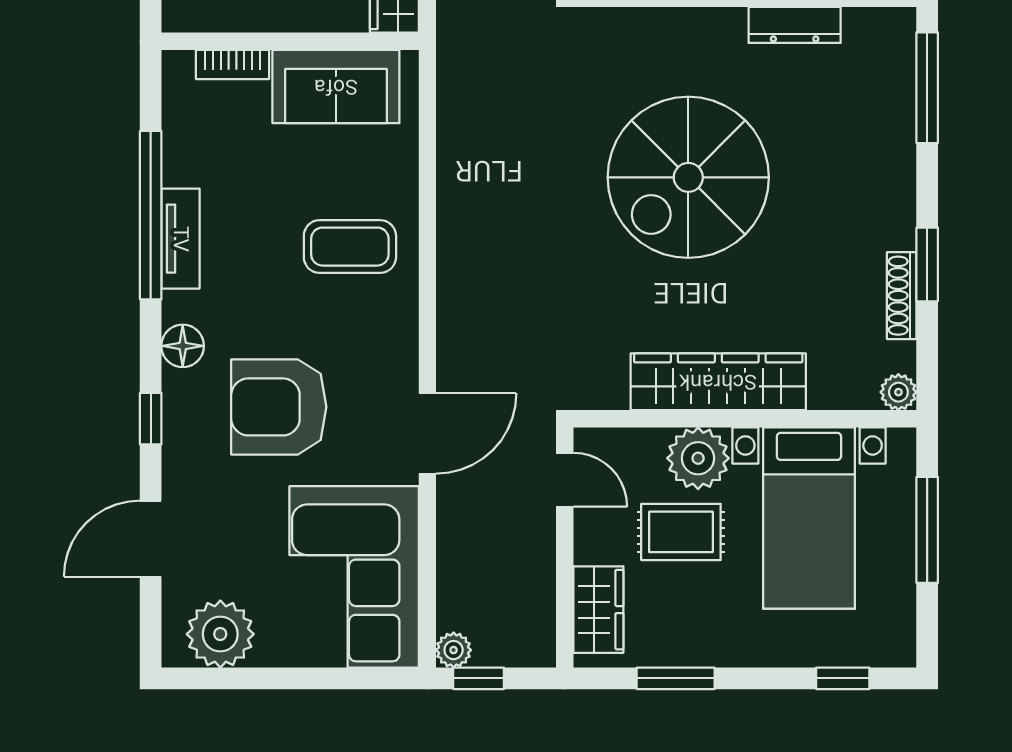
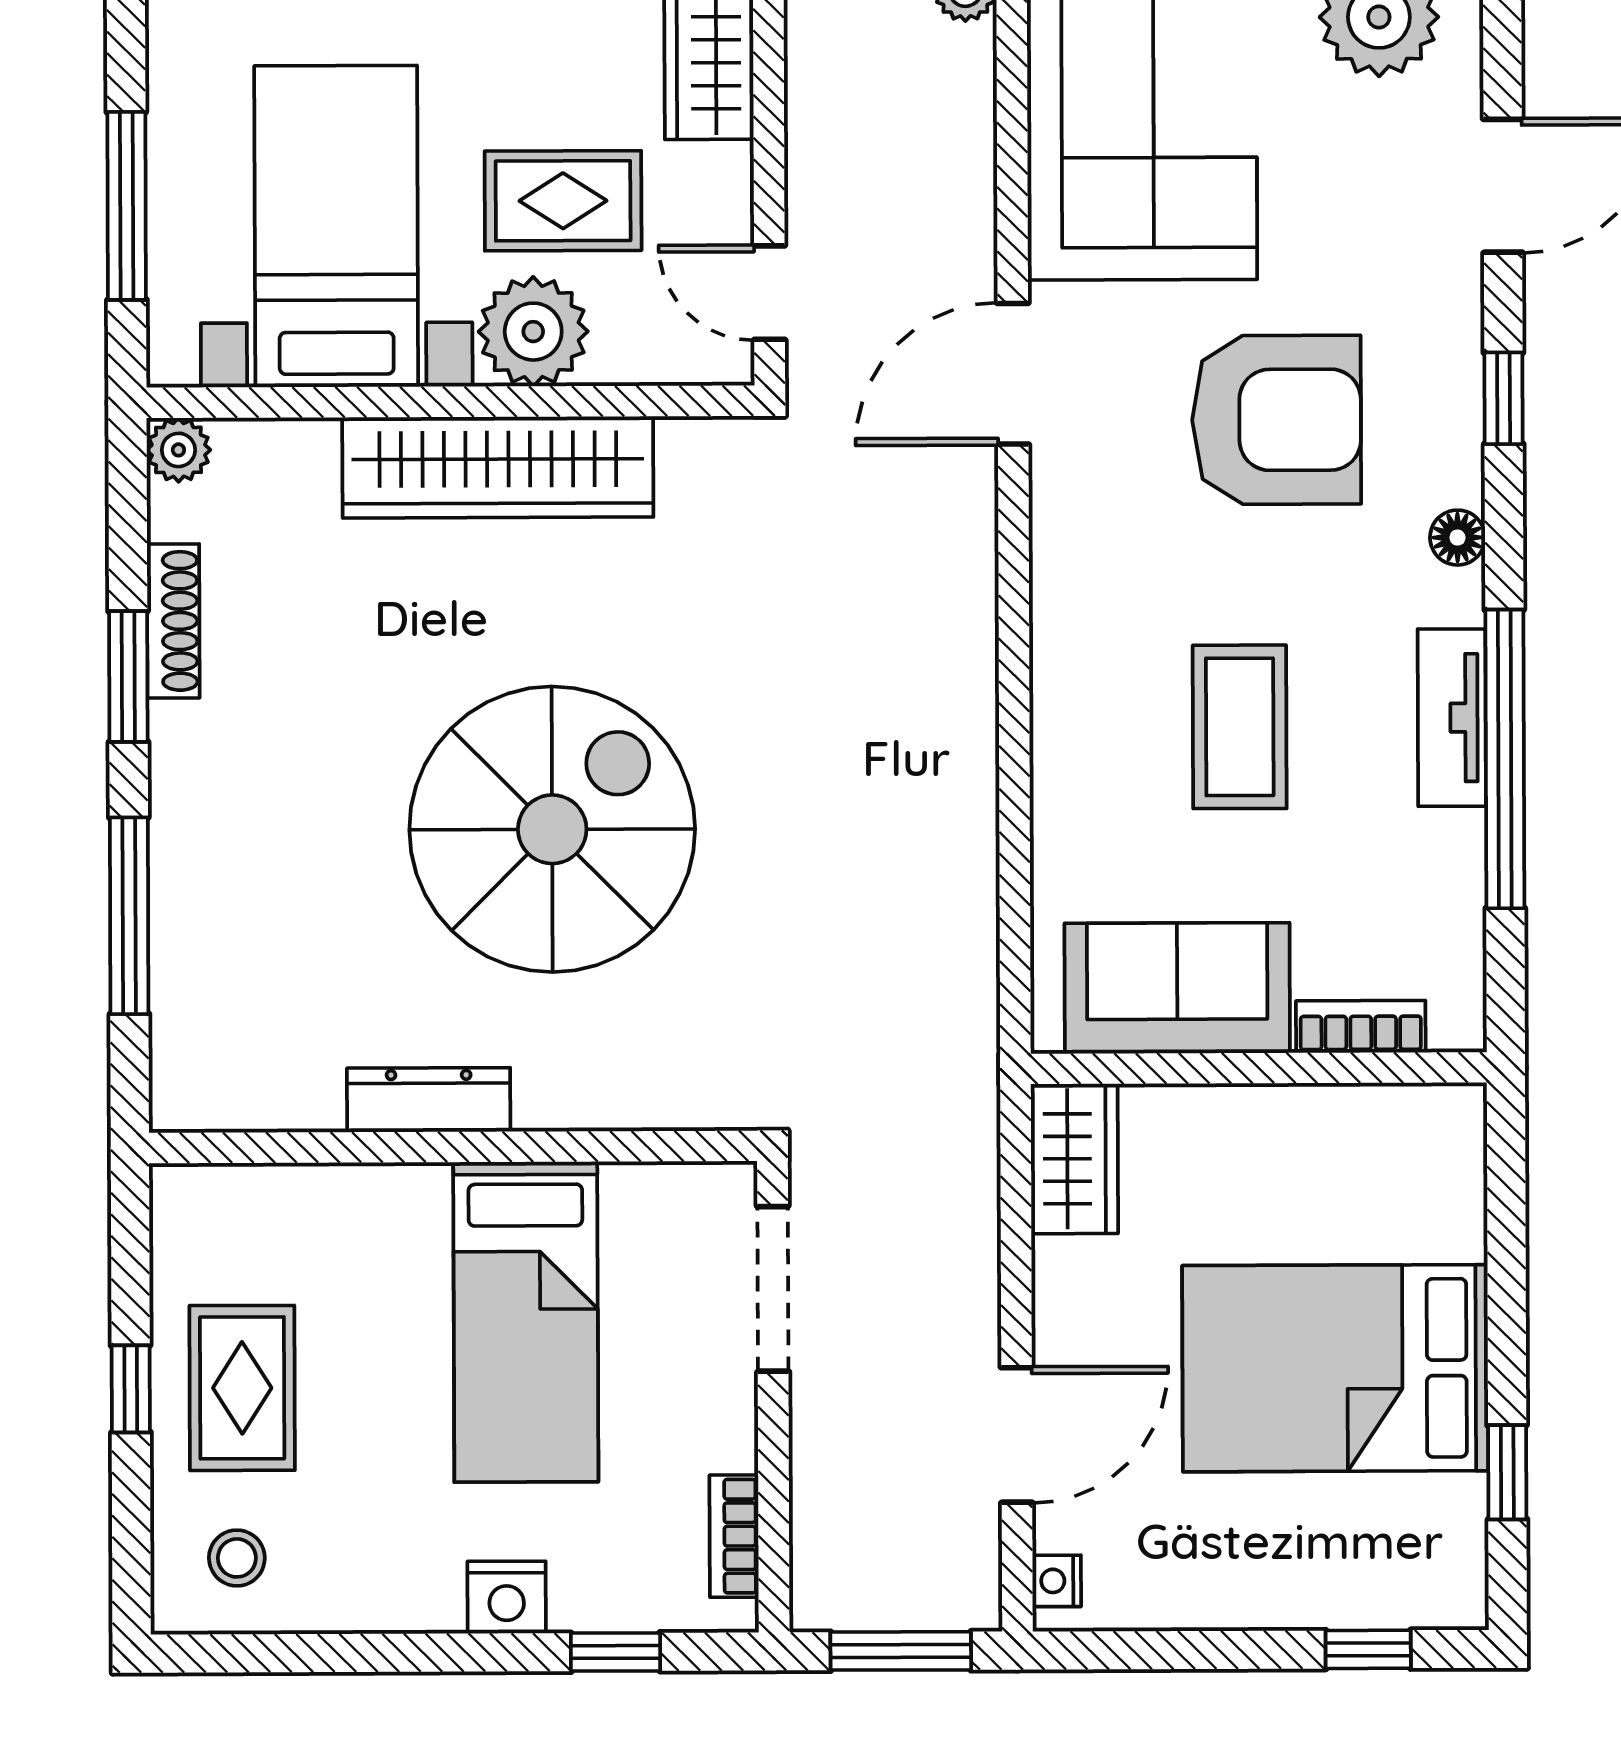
dresser: (795, 25) -> (429, 1100), moved
window: (927, 88) -> (129, 916), moved
coffee table: (350, 247) -> (1240, 727), moved, turned 90
floor lamp: (183, 346) -> (1457, 538), width x0.73, depth x0.73

